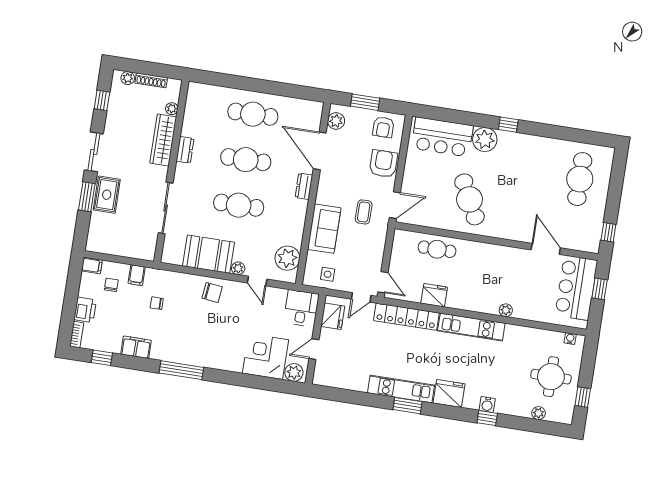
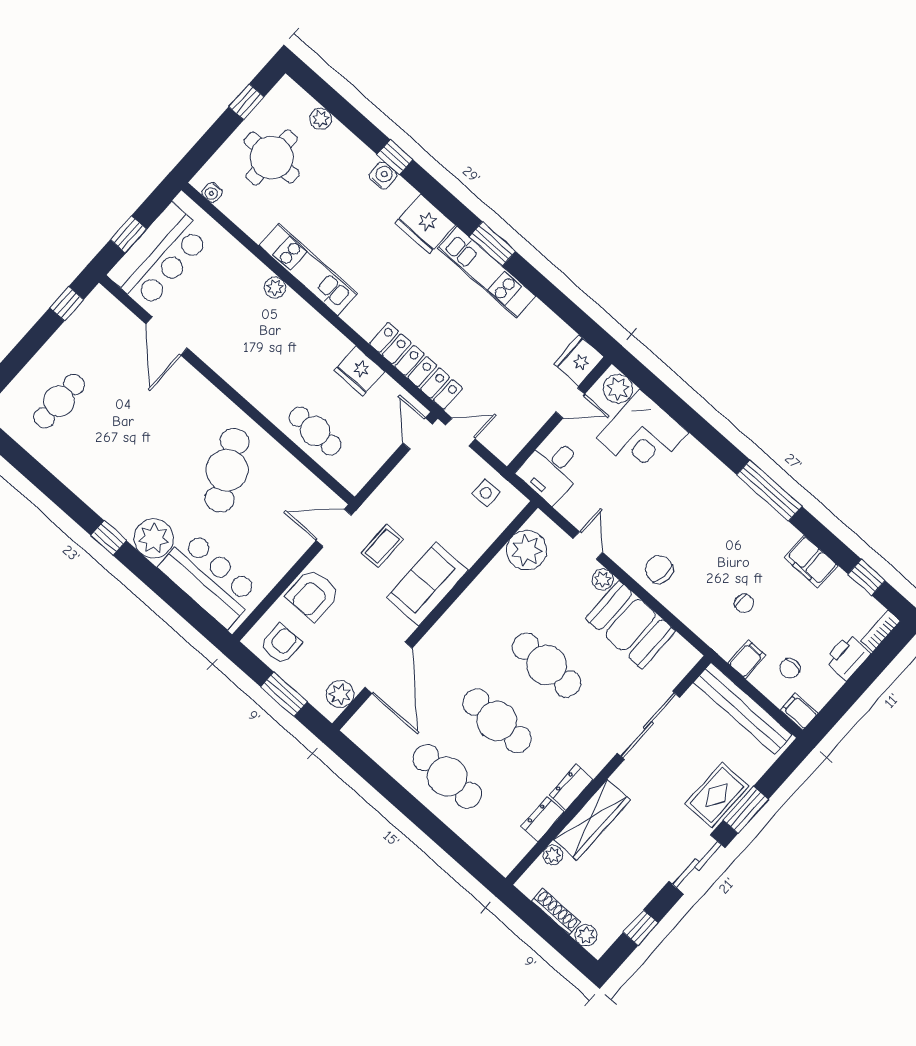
cafe table: (580, 179) -> (59, 401), width x0.73, depth x0.74
dresser: (304, 186) -> (543, 819), moved, turned 180
sofa: (324, 229) -> (427, 584), moved
bench: (122, 248) -> (743, 708), added
fridge: (333, 316) -> (579, 360), moved
kitchen unit: (471, 327) -> (308, 269), moved

